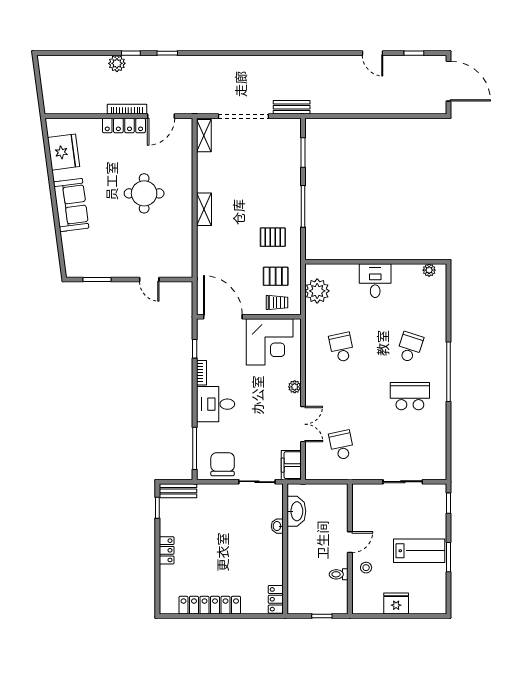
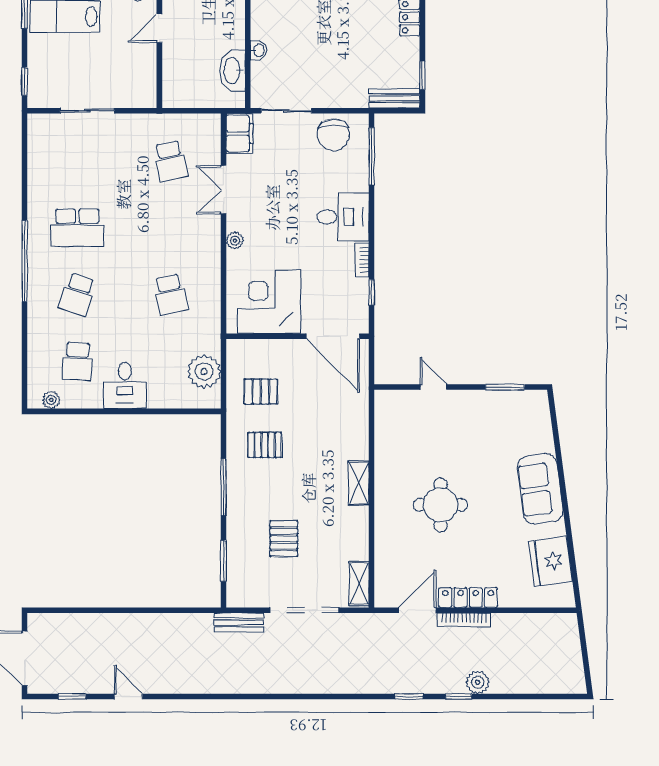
pallet: (259, 169) -> (284, 539), added
school desk: (410, 298) -> (77, 361), added
trolley: (277, 303) -> (259, 356), removed

